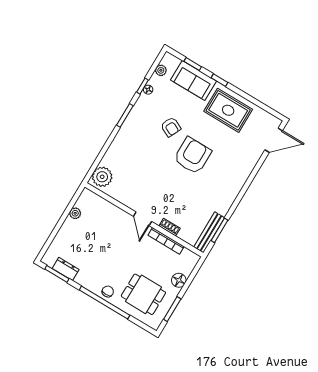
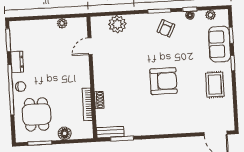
rug: (228, 110) -> (215, 85), width x0.73, depth x0.70
armchair: (171, 127) -> (166, 28), moved
plant: (102, 177) -> (117, 24), moved
door: (142, 219) -> (90, 46), moved
bench: (209, 232) -> (110, 132), width x0.73
dresser: (66, 269) -> (17, 62), moved

